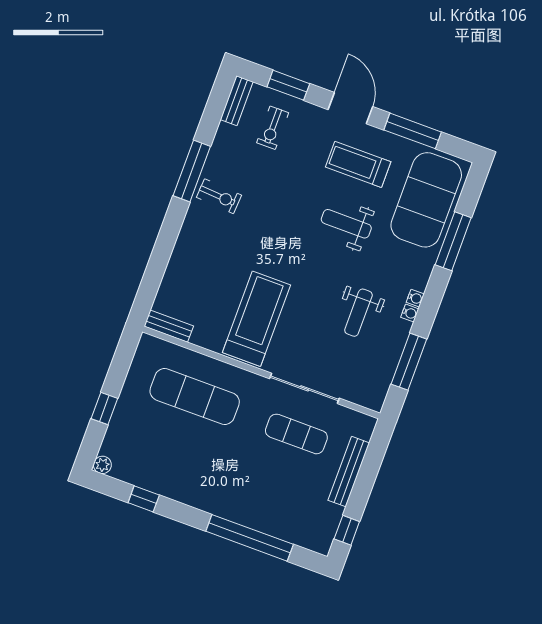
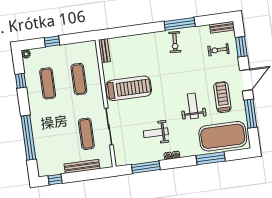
exercise mat: (195, 397) -> (79, 79), width x0.73, depth x0.69
exercise mat: (173, 455) -> (48, 83), added

